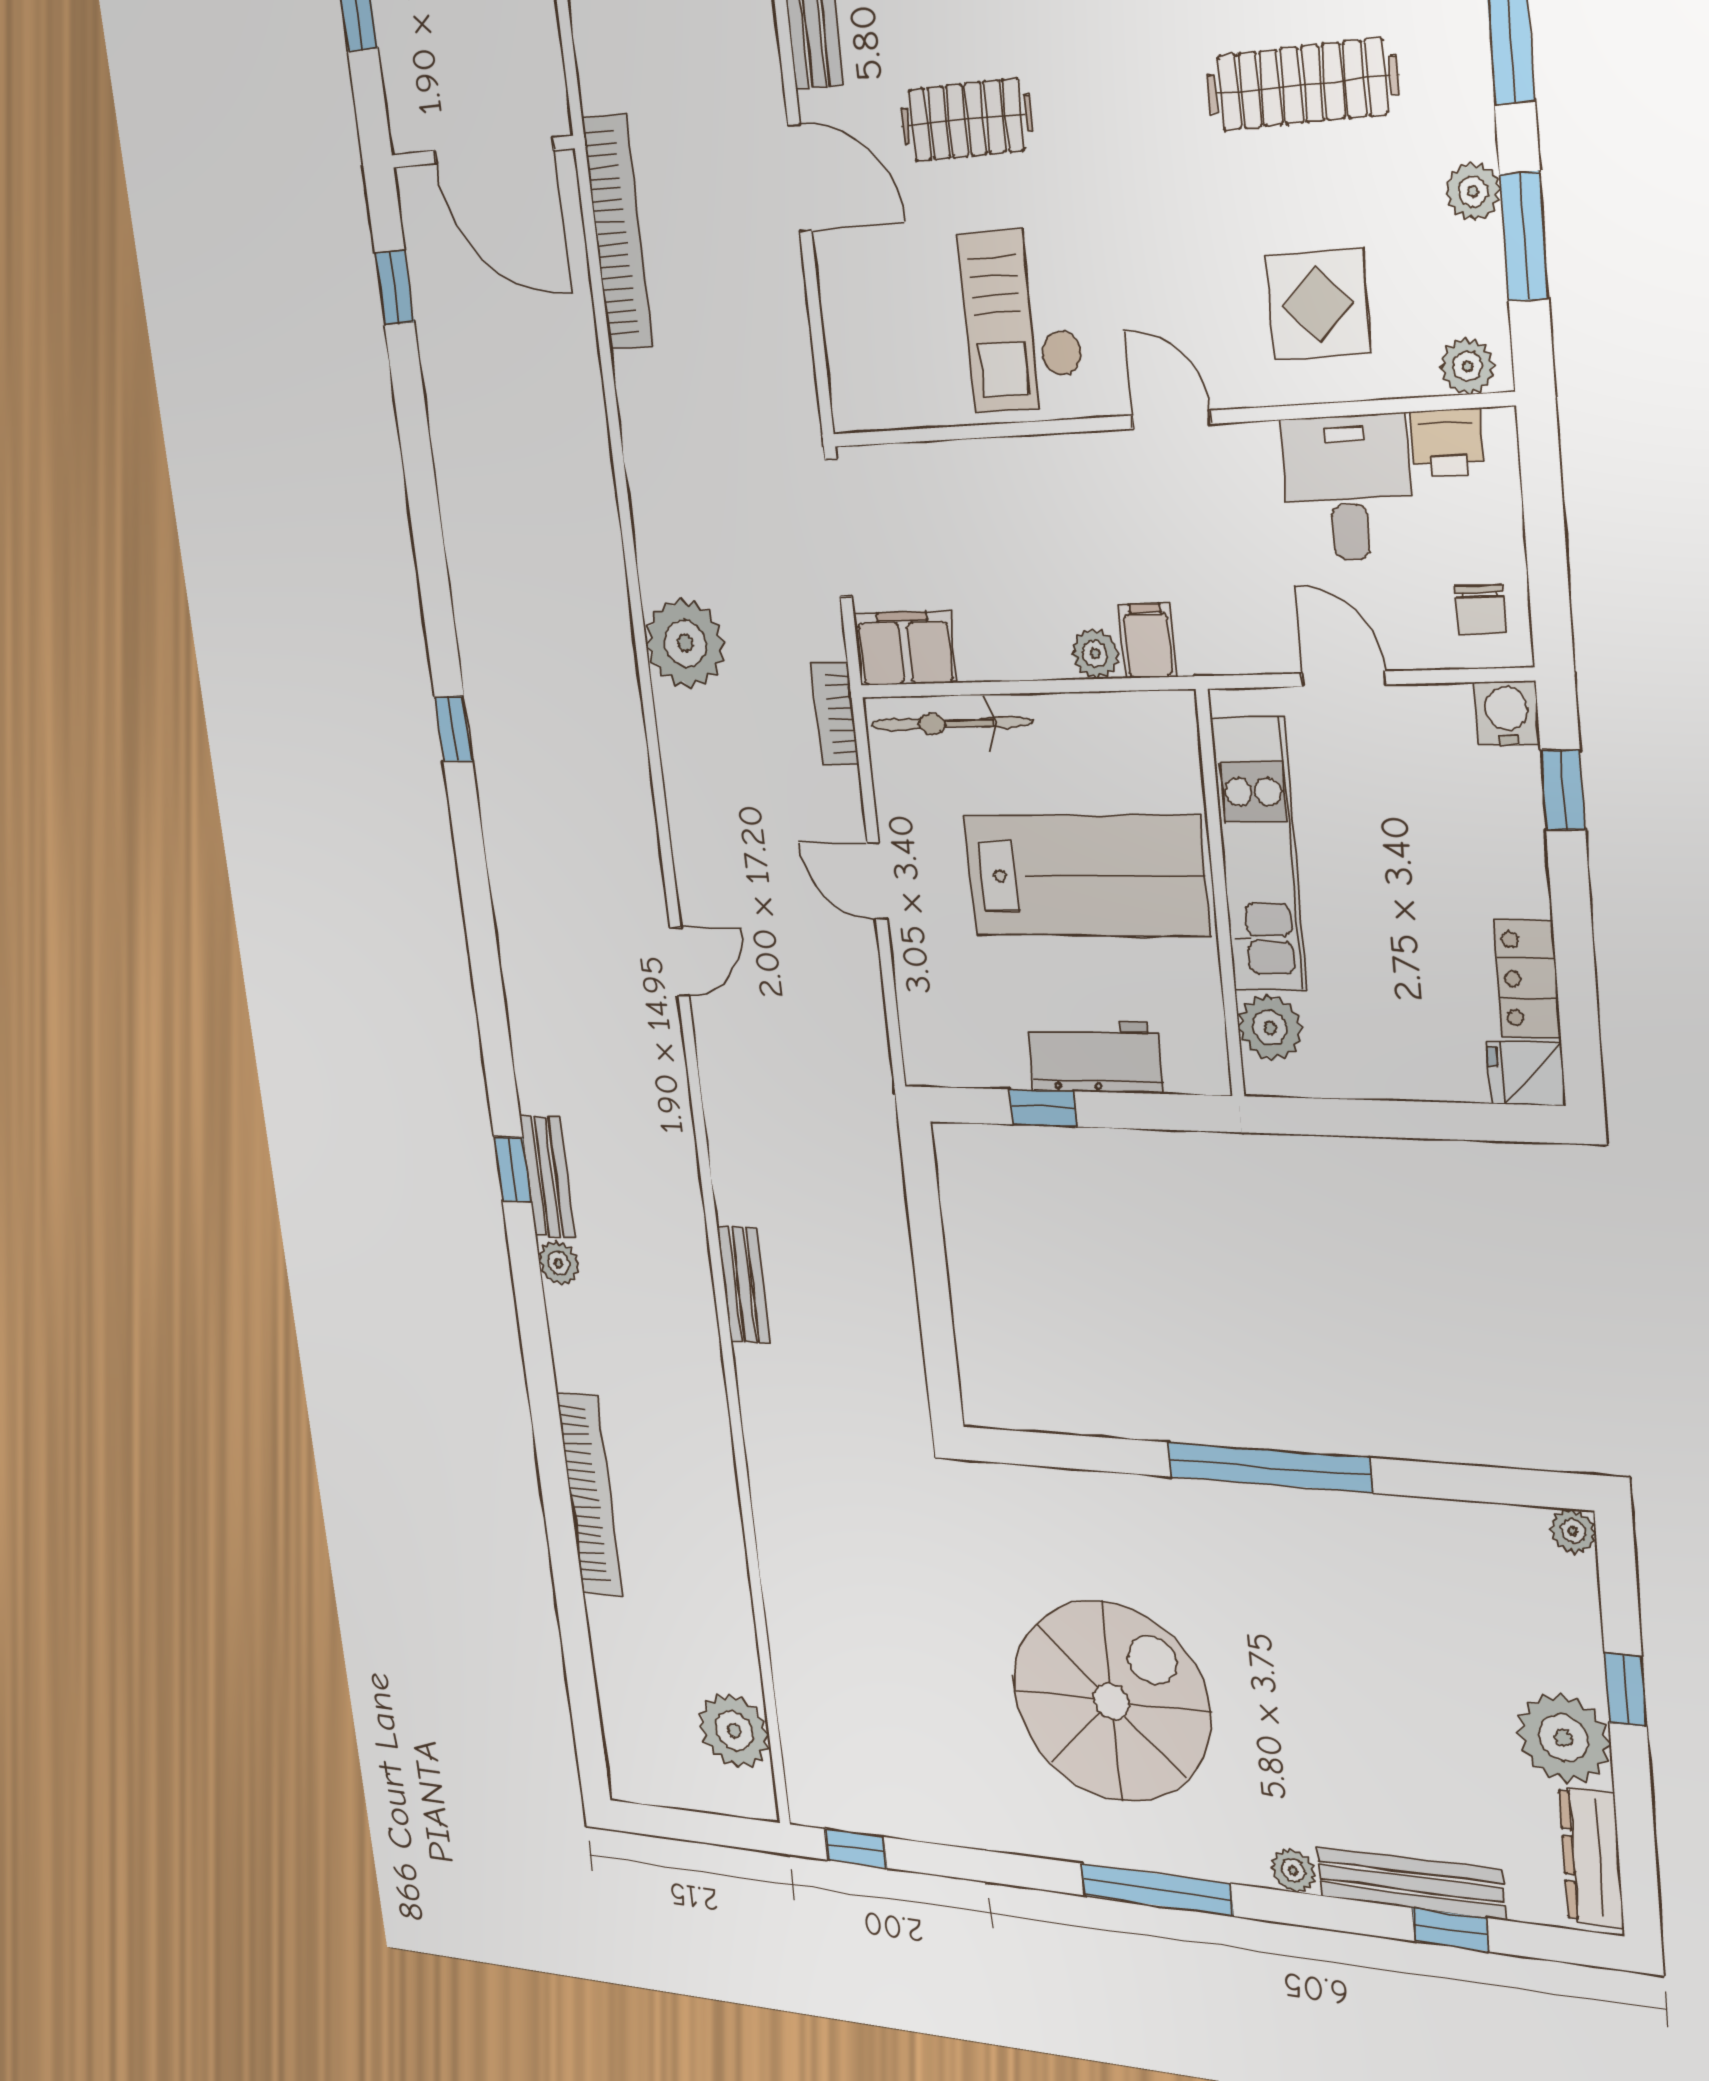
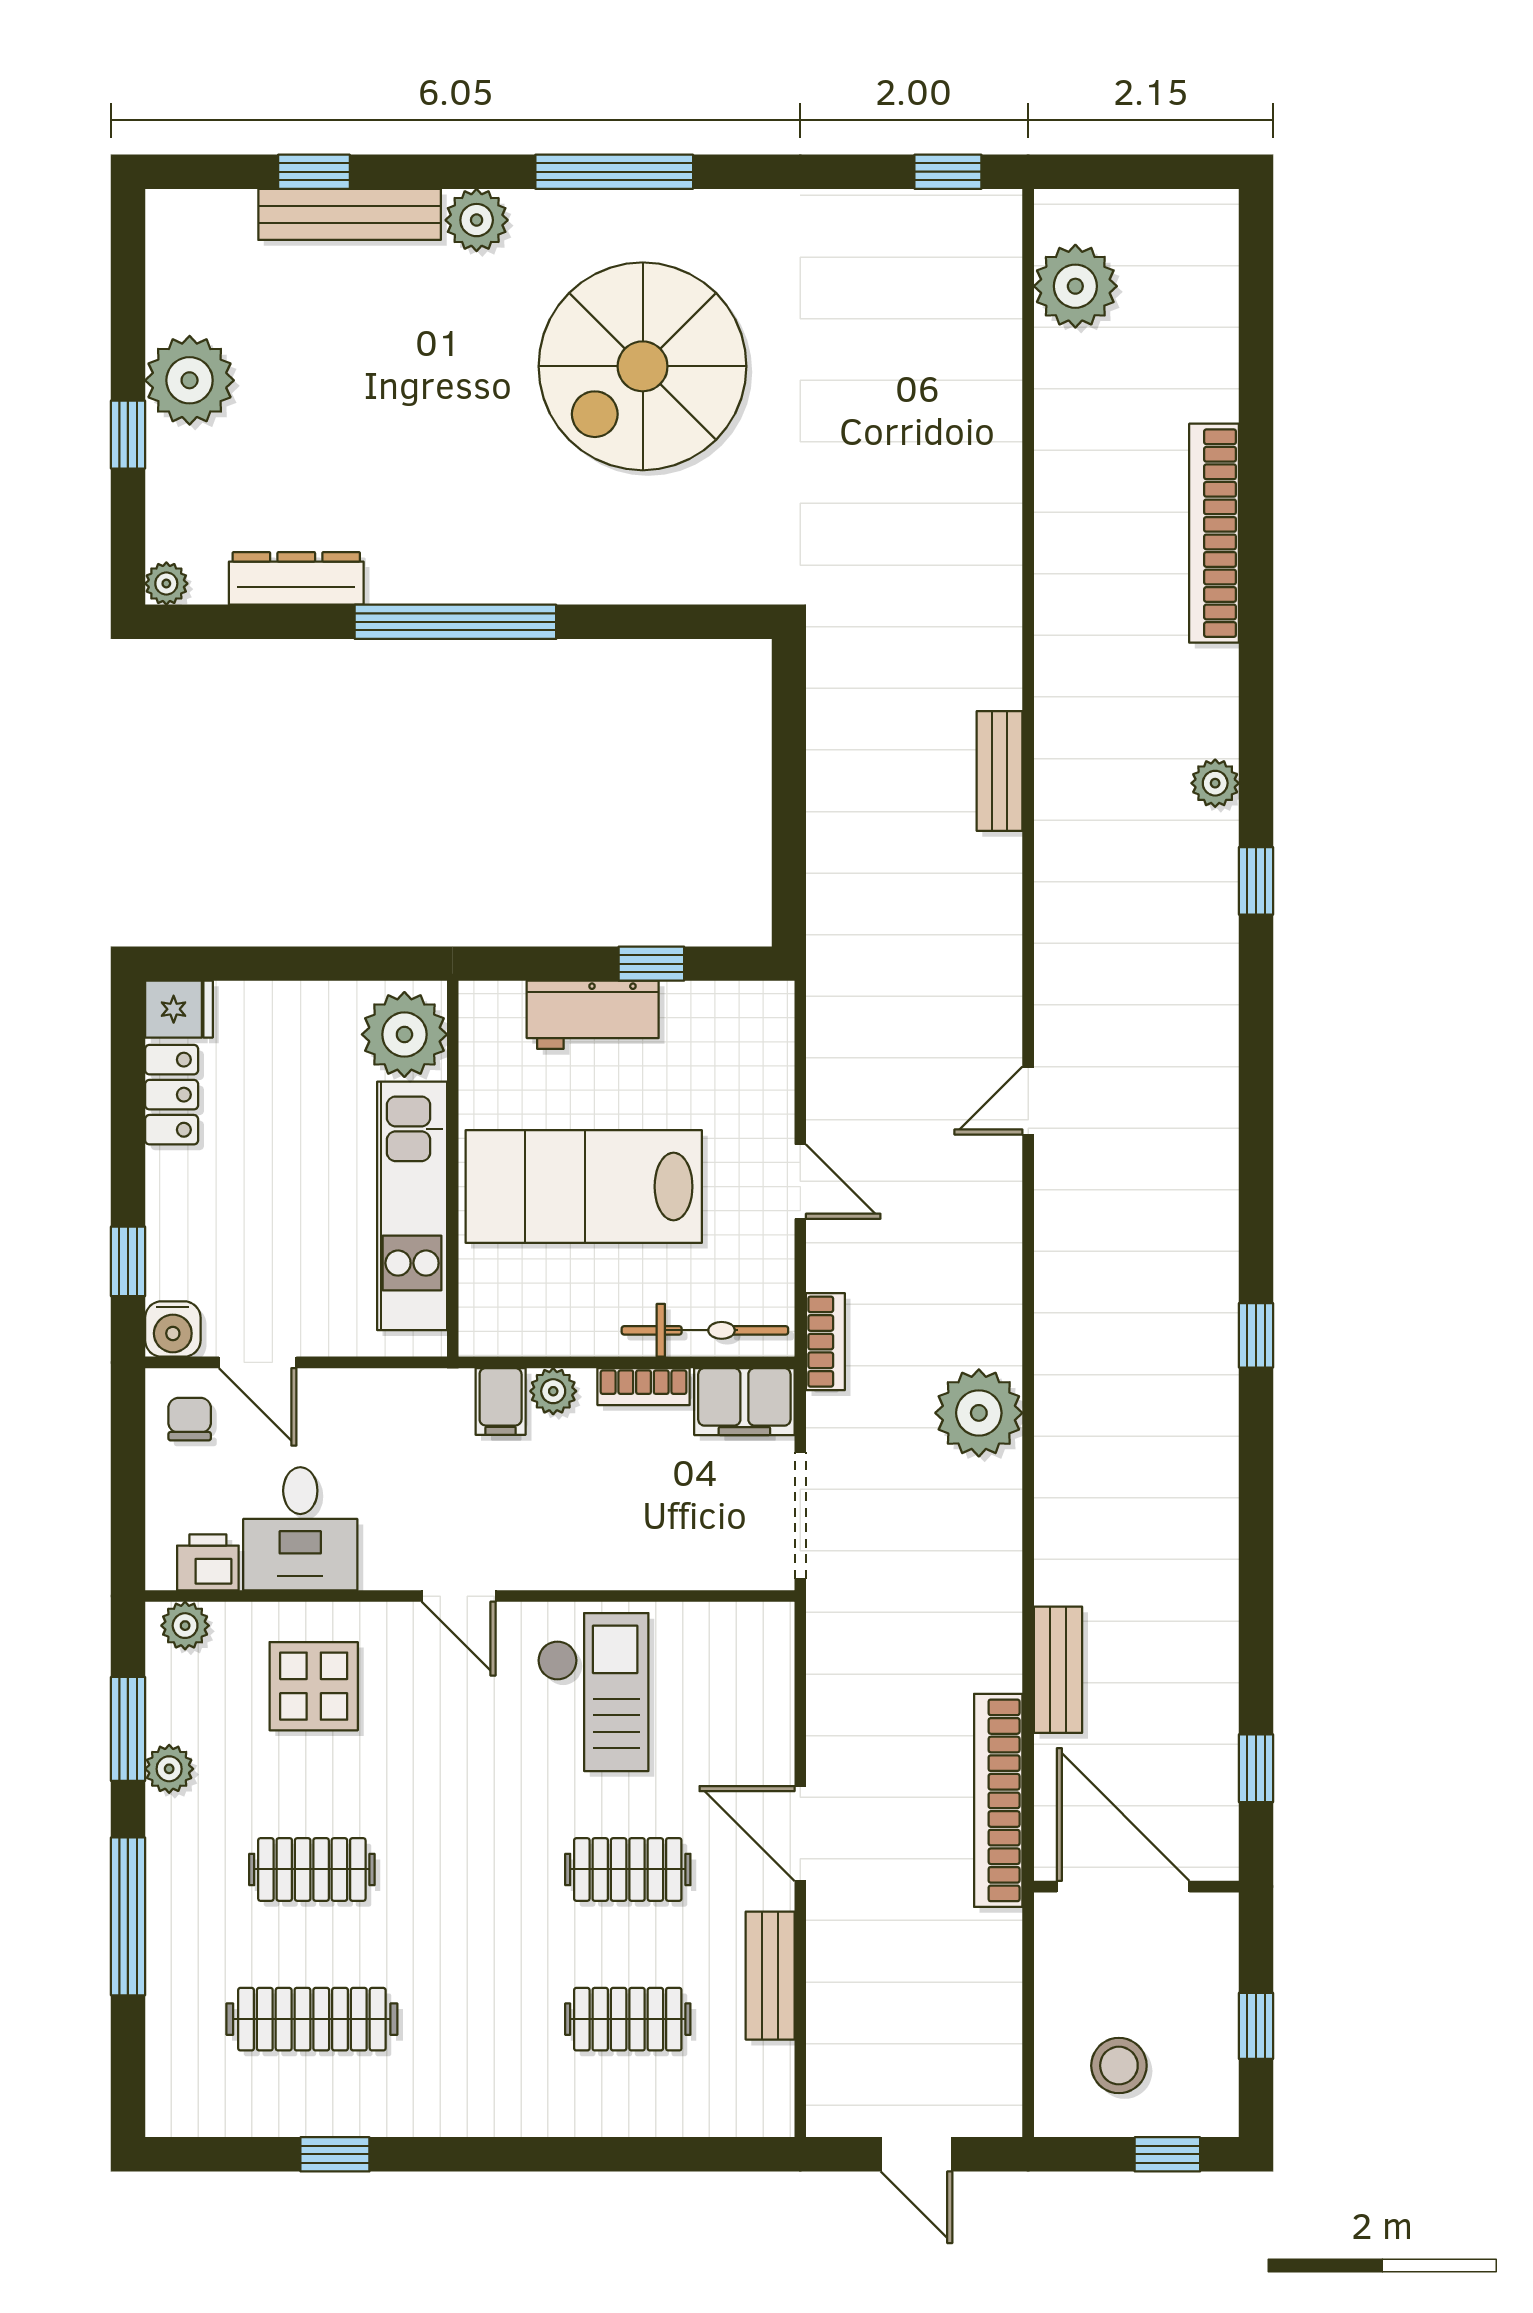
clothes rail: (1302, 85) -> (312, 1869), width x0.73
bookcase: (1005, 661) -> (644, 1387), added
door: (1344, 679) -> (258, 1362), moved
plant: (1270, 1028) -> (404, 1034), width x1.36, depth x1.36
bench: (547, 1177) -> (1058, 1670), moved
dresser: (1591, 1858) -> (296, 578), moved, turned -90
plant: (1293, 1871) -> (477, 220), width x1.38, depth x1.38

